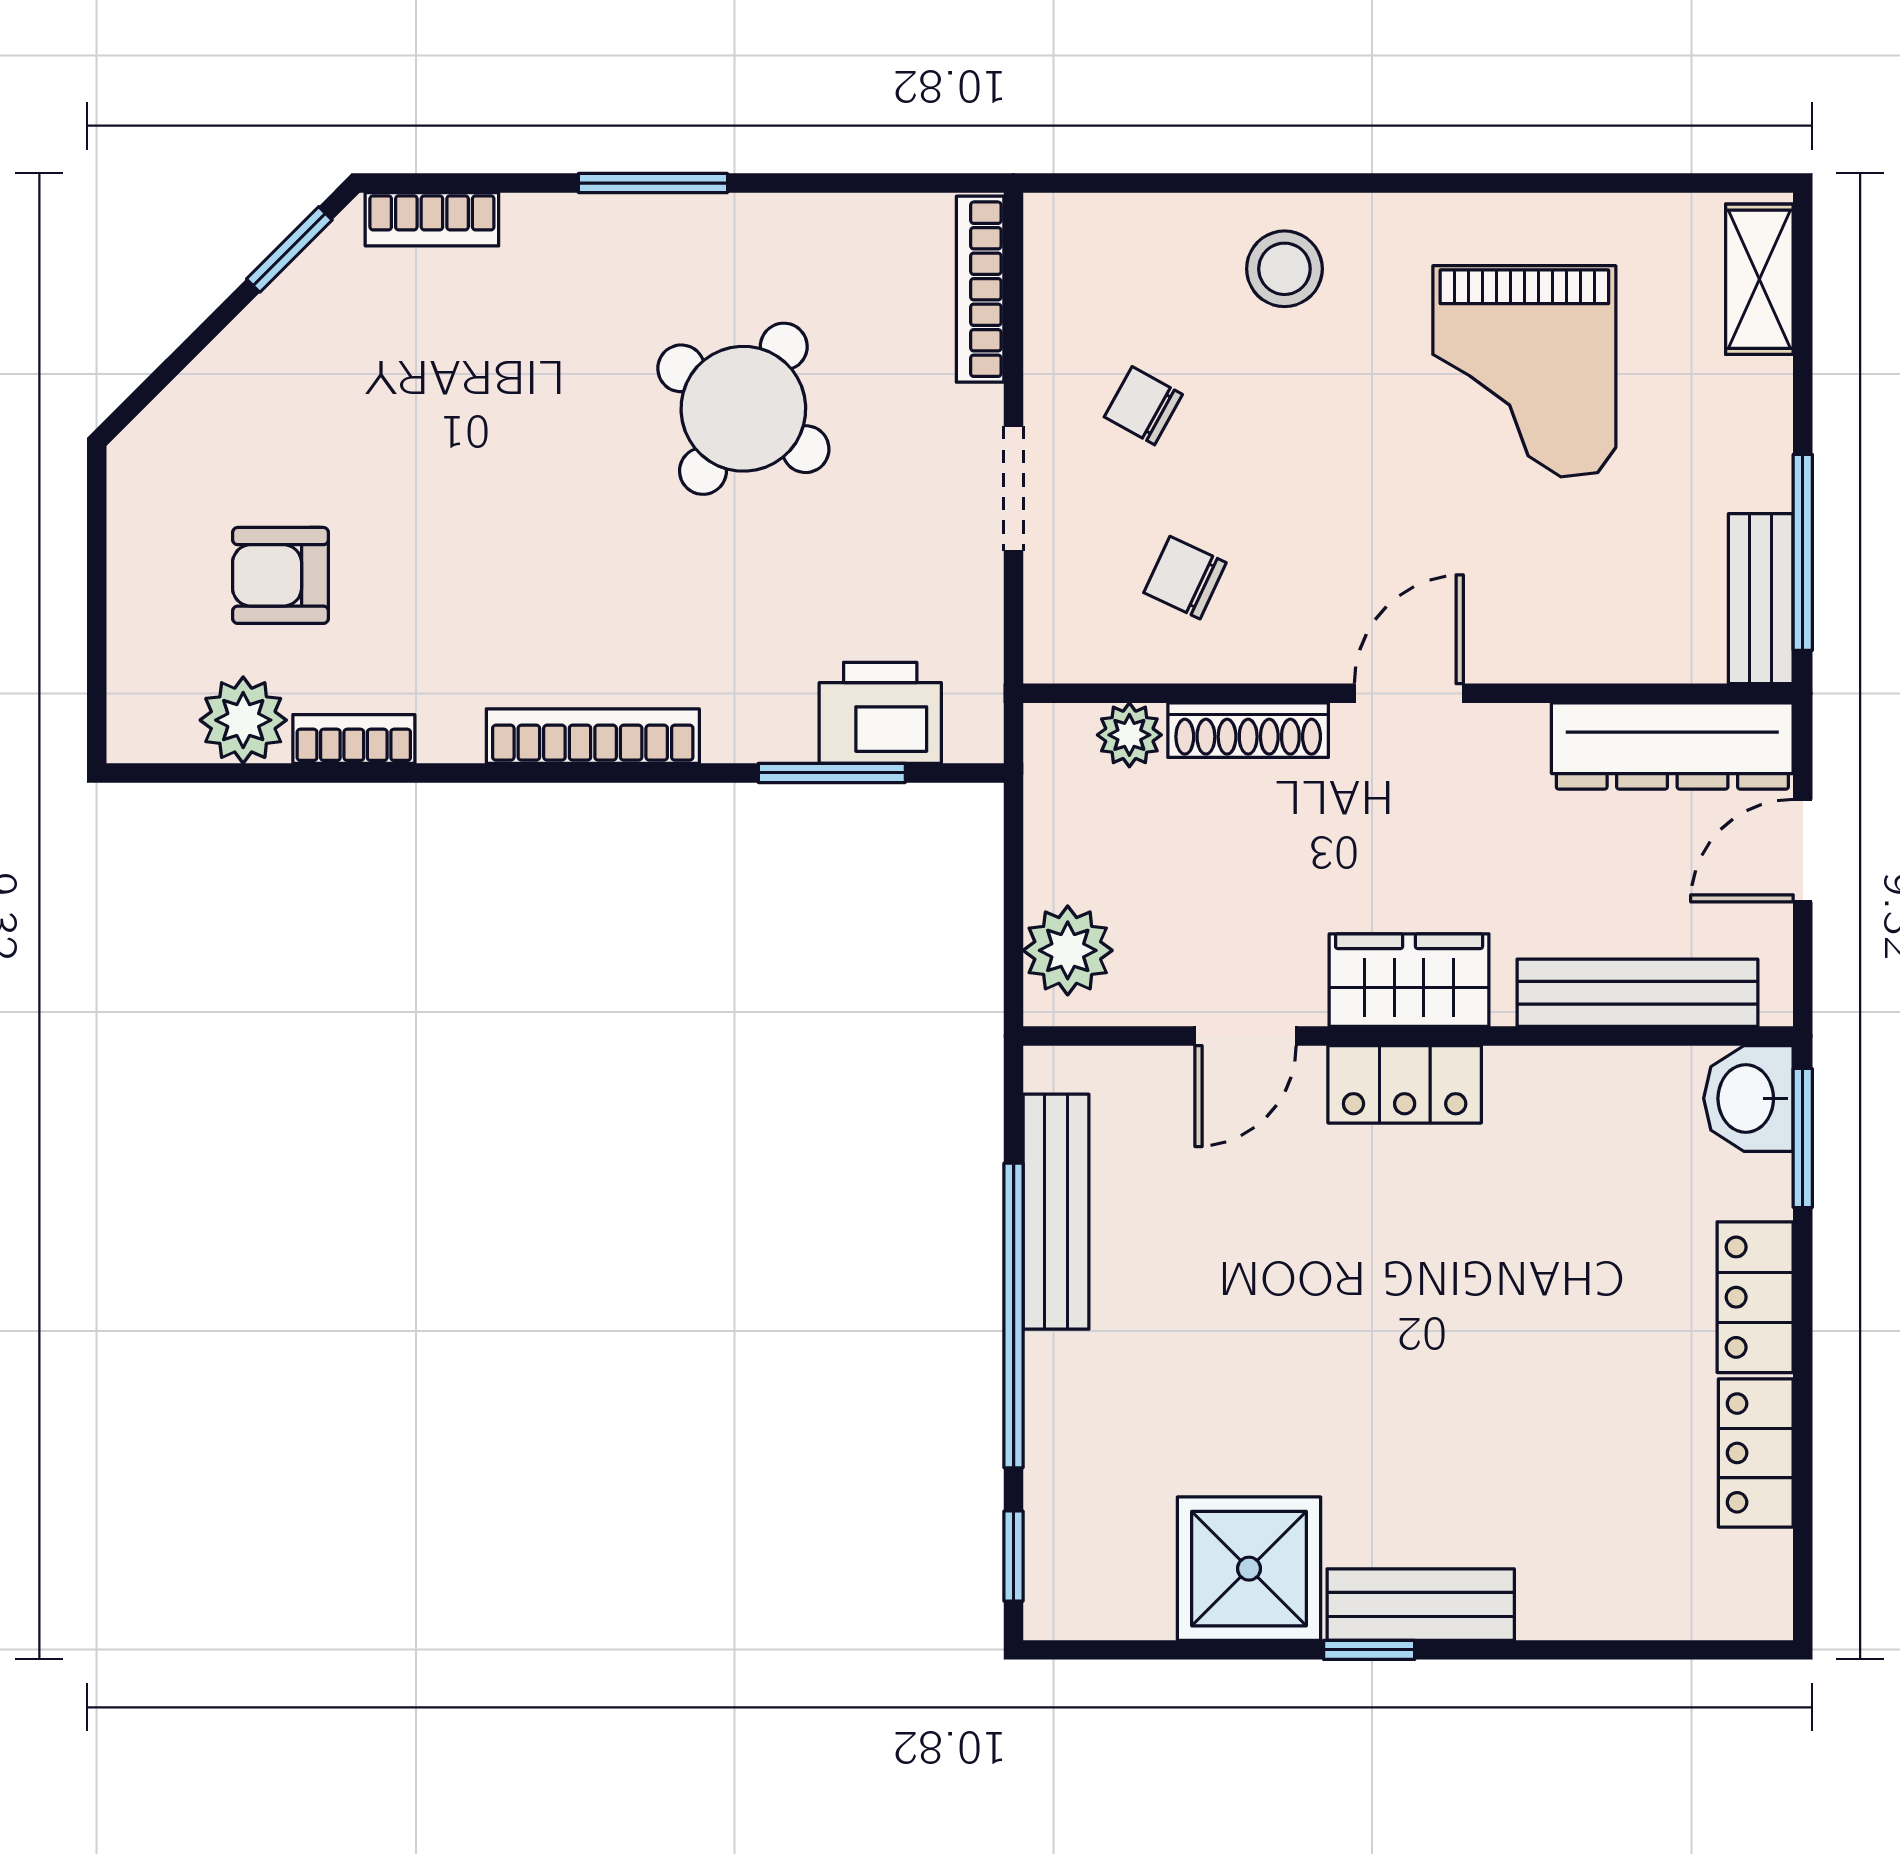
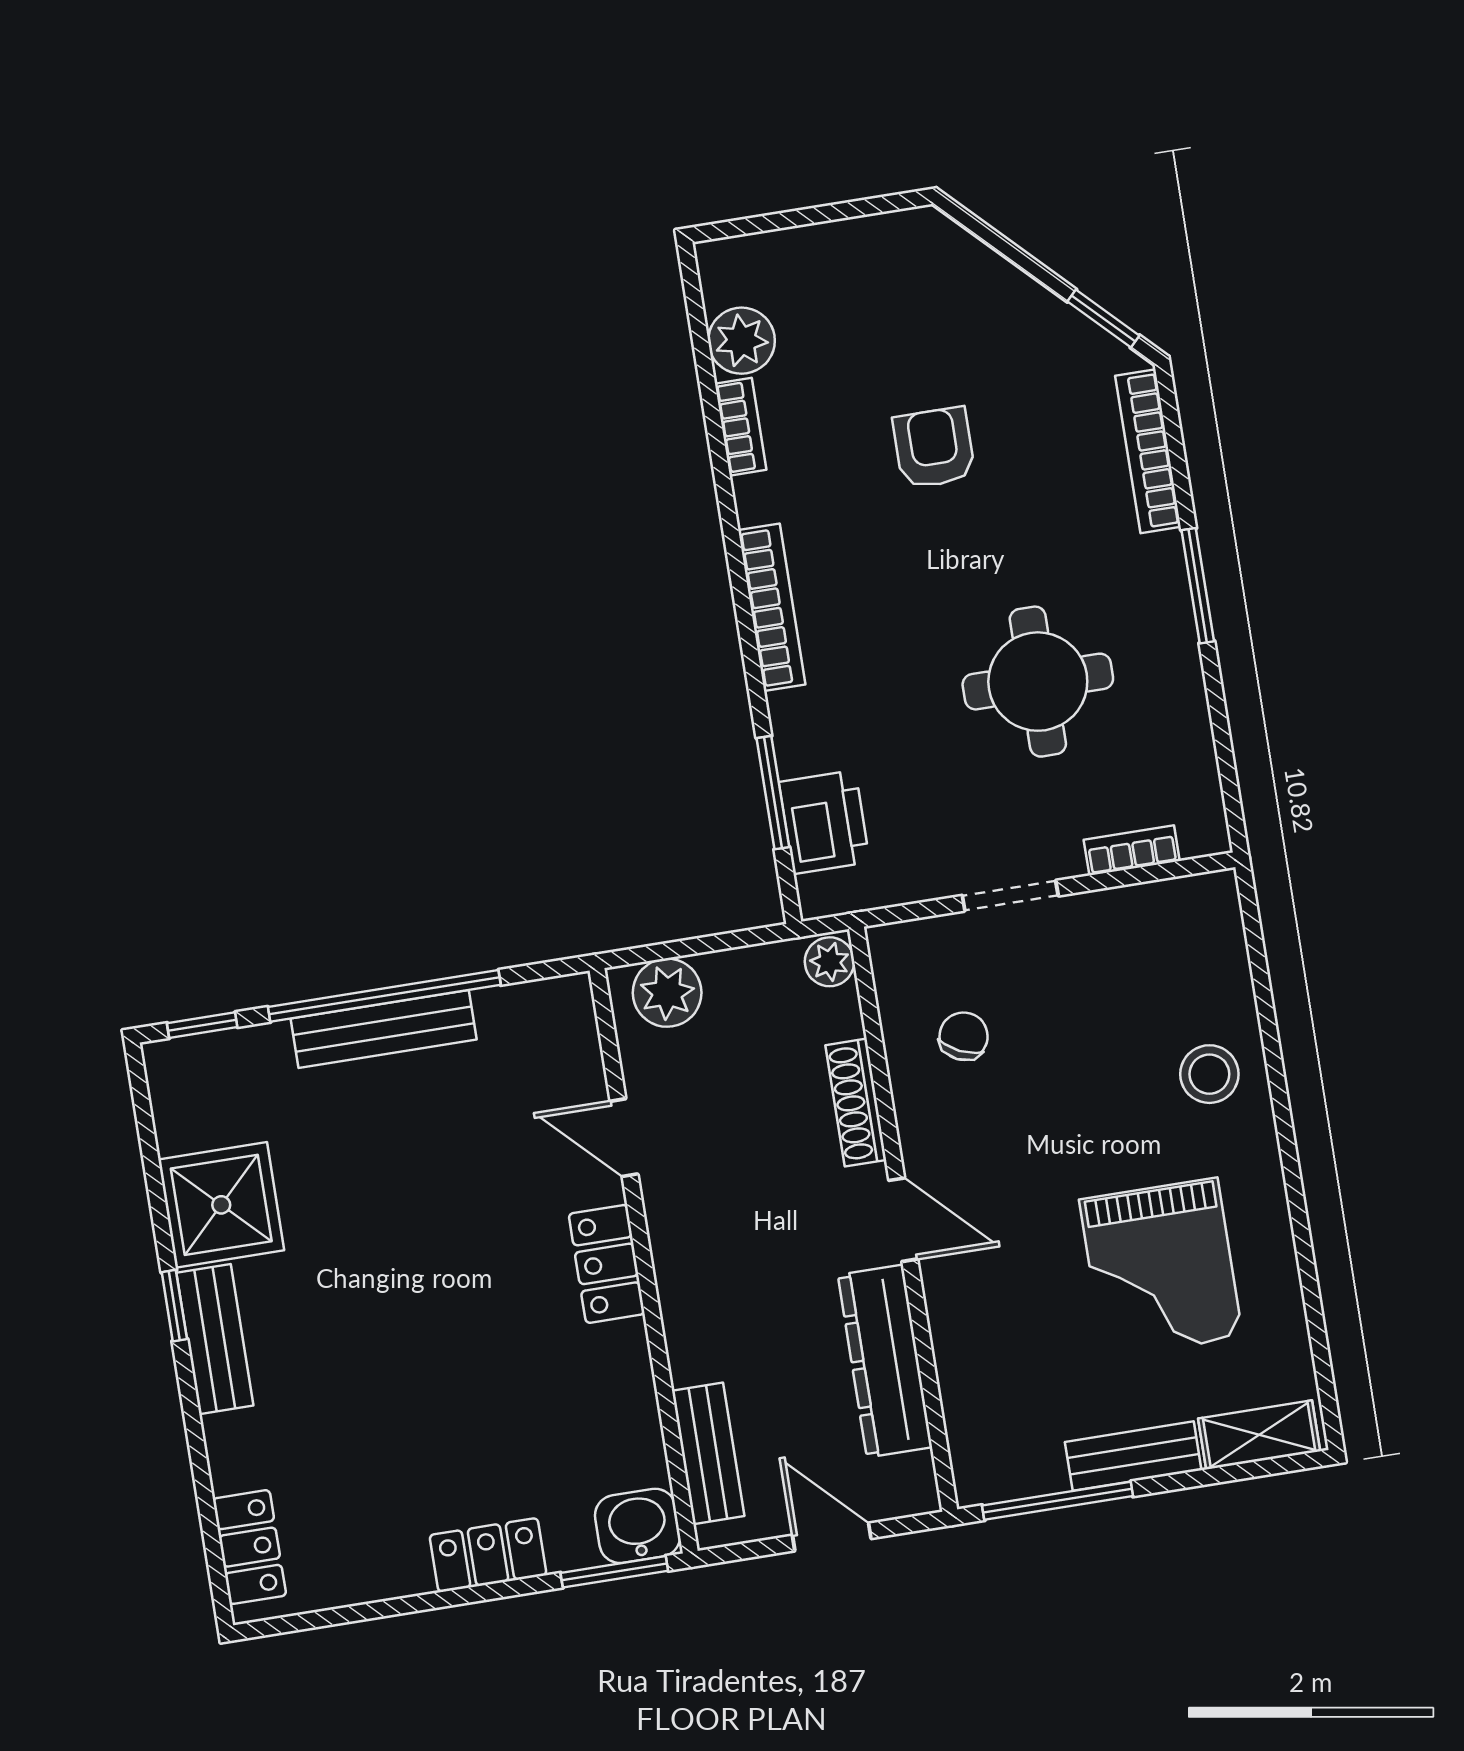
bookcase: (432, 219) -> (1148, 451), width x1.56
bookcase: (980, 289) -> (1132, 850), width x0.64
grand piano: (1524, 371) -> (1161, 1268), turned -90
chair: (1143, 406) -> (1089, 984), removed
round table: (743, 409) -> (1038, 682), turned -33
armchair: (280, 575) -> (934, 448), moved
bench: (1761, 599) -> (1133, 1456), moved
plant: (1129, 735) -> (830, 962), moved
dresser: (1672, 746) -> (885, 1361), moved
wardrobe: (1409, 980) -> (686, 1255), removed
bench: (1637, 993) -> (708, 1453), width x0.73
bench: (1056, 1212) -> (384, 1029), moved
locker: (1756, 1453) -> (249, 1547), moved, turned 90

